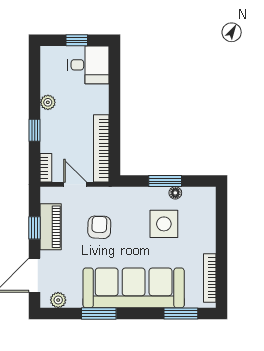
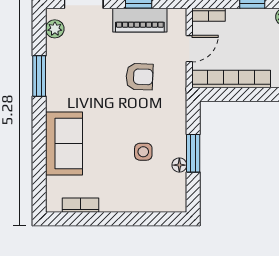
side table: (164, 224) -> (143, 152), width x0.54, depth x0.54
bookcase: (210, 278) -> (80, 205), width x0.64
sofa: (134, 288) -> (64, 143), width x0.54, depth x0.79
window: (181, 314) -> (39, 171), removed

